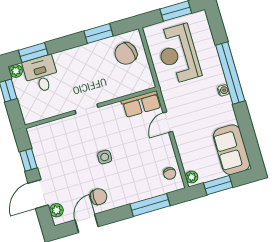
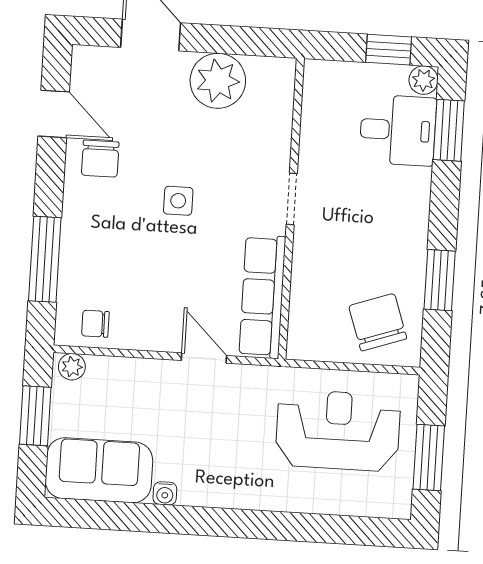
window: (230, 73) -> (259, 525), removed
water cooler: (223, 90) -> (165, 493), moved
row of seats: (141, 104) -> (262, 297), width x1.48
window: (28, 160) -> (229, 40), removed
plant: (56, 210) -> (218, 81), moved, width x1.87, depth x1.87

